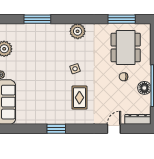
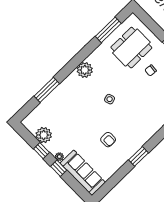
dining table: (126, 47) -> (131, 48), turned 90
armchair: (46, 96) -> (108, 140), added
rug: (79, 98) -> (133, 117), removed

